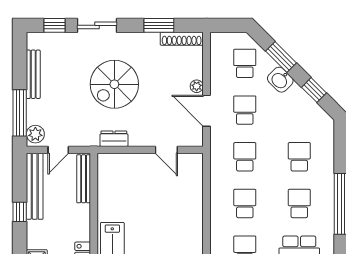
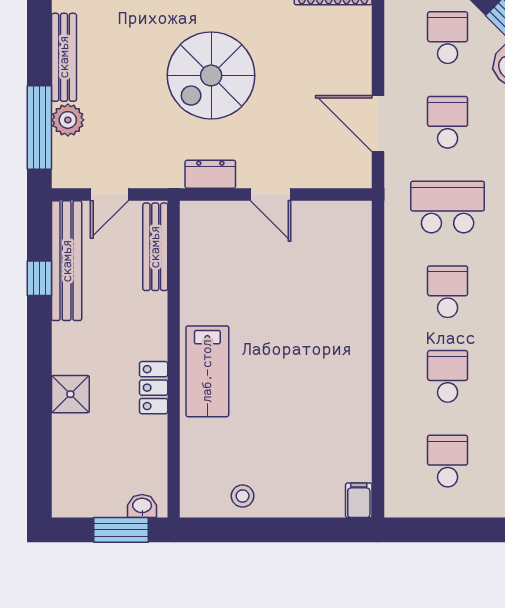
plant: (197, 86) -> (360, 79), removed
plant: (35, 134) -> (68, 120), moved
door: (166, 150) -> (271, 194), moved
school desk: (245, 157) -> (448, 207), width x1.85
window: (20, 212) -> (39, 278), moved

